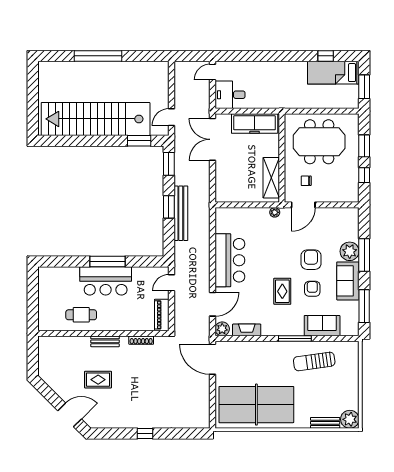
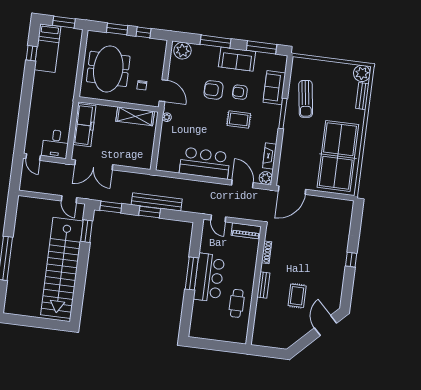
plant: (350, 251) -> (183, 51), moved

